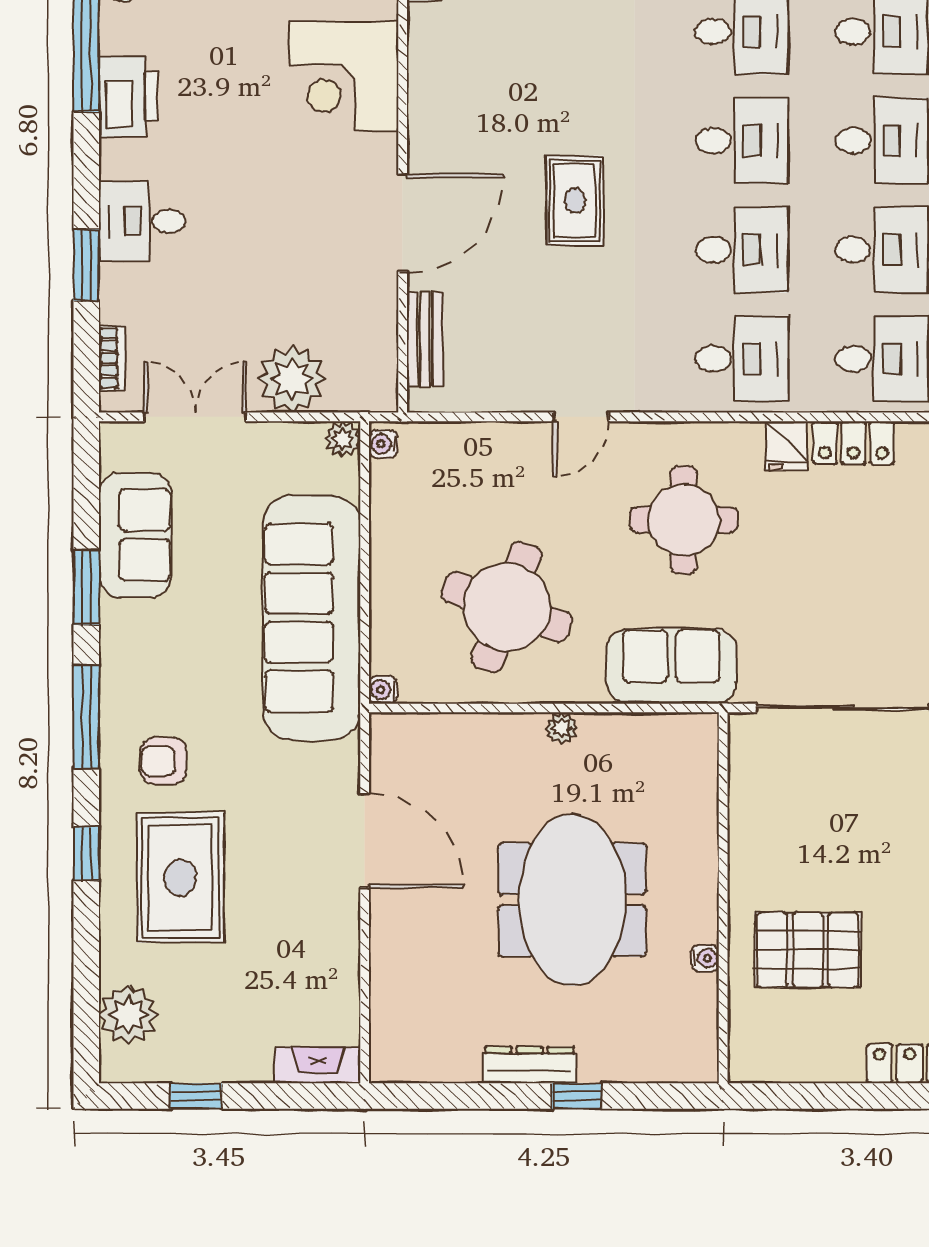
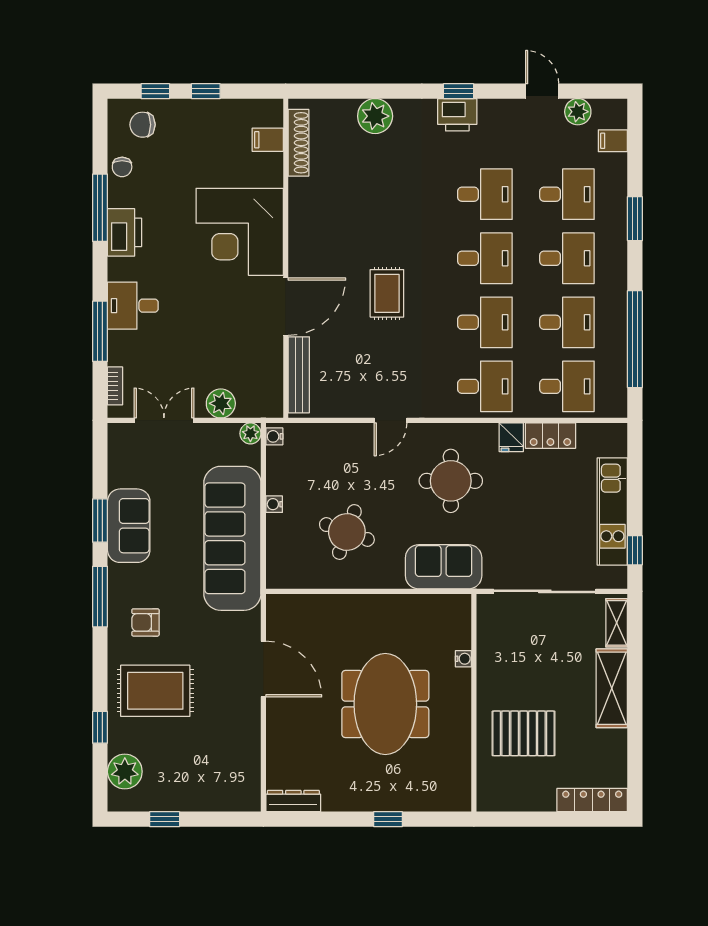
corner desk: (344, 76) -> (240, 232), width x1.36, depth x1.36
window: (86, 265) -> (100, 331), width x1.44
bench: (425, 339) -> (299, 375), width x1.36
plant: (292, 379) -> (221, 403), width x0.73, depth x0.73
sofa: (135, 535) -> (129, 526), moved
round table: (507, 607) -> (347, 532), width x0.73, depth x0.73
water cooler: (383, 690) -> (274, 504), moved
plant: (562, 728) -> (379, 603), removed
window: (86, 853) -> (100, 727), moved
rug: (180, 877) -> (155, 691), turned 90
water cooler: (705, 958) -> (463, 659), moved
fireplace: (318, 1065) -> (236, 801), removed
dresser: (530, 1065) -> (293, 801), moved

